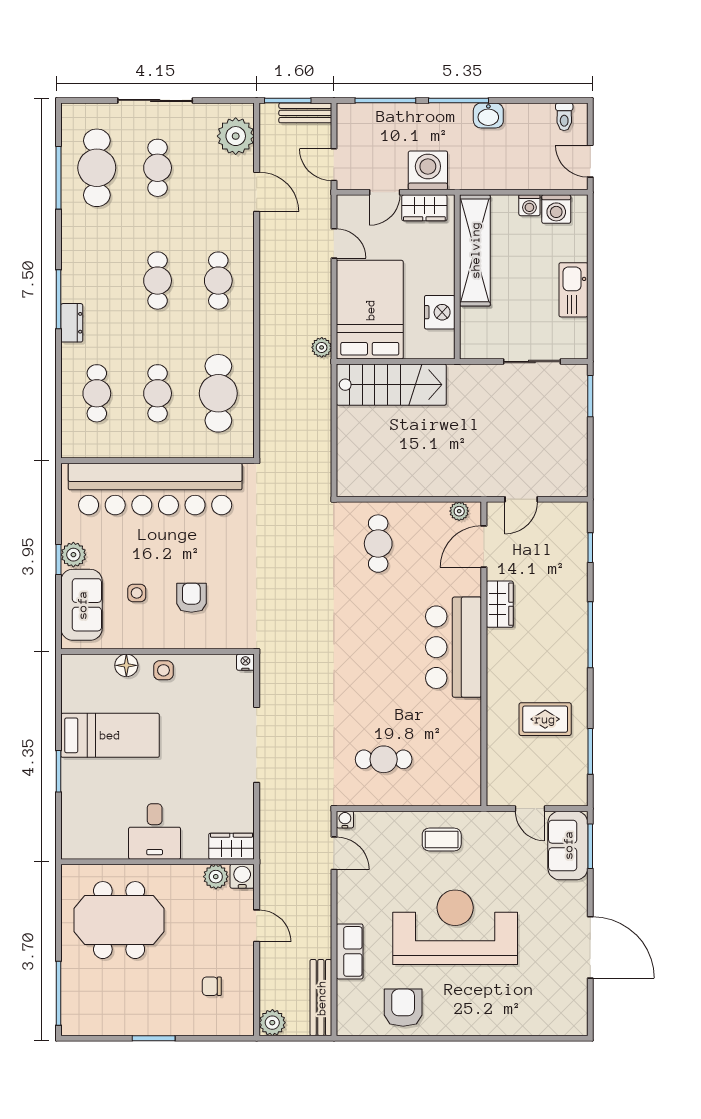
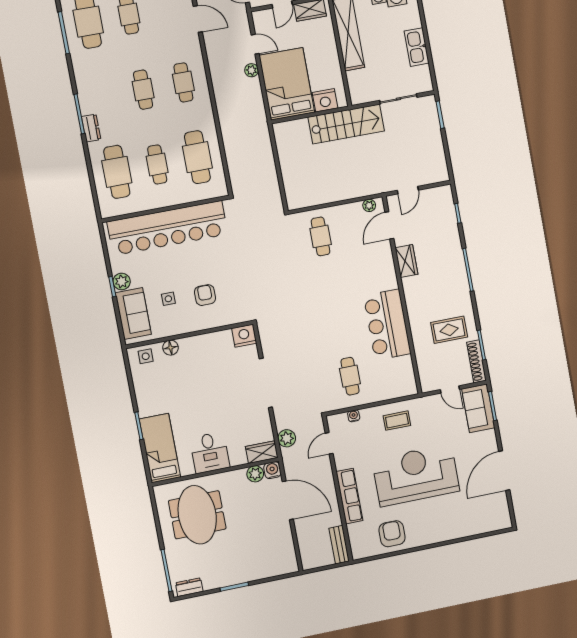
nightstand: (440, 312) -> (325, 100), moved, turned 90
plant: (322, 347) -> (252, 70), moved
stairs: (391, 385) -> (346, 124), moved
cafe table: (97, 393) -> (117, 172), width x1.37, depth x1.35
bar counter: (454, 647) -> (387, 325), moved
nightstand: (245, 662) -> (244, 336), width x1.89, depth x1.79
side table: (163, 670) -> (146, 356), moved
bed: (110, 735) -> (160, 448), moved, turned -90
cafe table: (384, 759) -> (350, 376), turned 90
shoe rack: (578, 774) -> (476, 361), added
water cooler: (345, 820) -> (354, 416), moved
door: (334, 853) -> (329, 443), swing flipped
meeting table: (119, 920) -> (197, 515), turned 90
door: (257, 926) -> (288, 500), width x1.87
door: (590, 947) -> (504, 471), swing flipped
row of seats: (350, 951) -> (349, 496), width x1.48
chair: (212, 986) -> (266, 545), removed
bench: (321, 998) -> (339, 545), width x0.73
plant: (272, 1023) -> (287, 438), moved
dresser: (87, 1025) -> (189, 587), added

